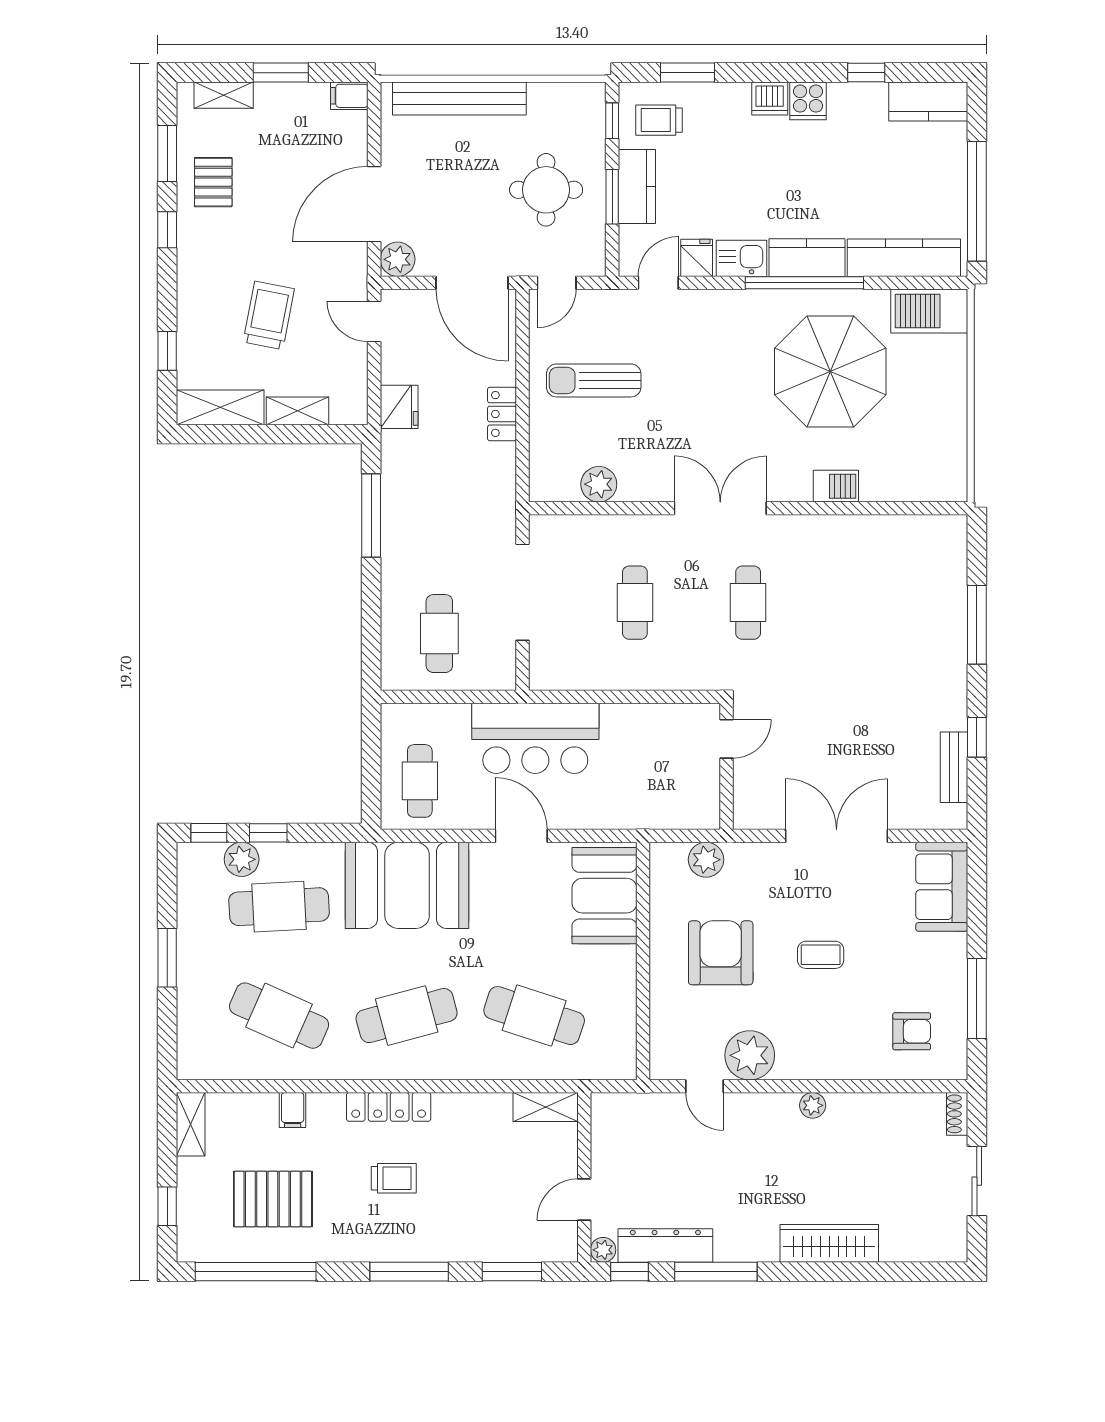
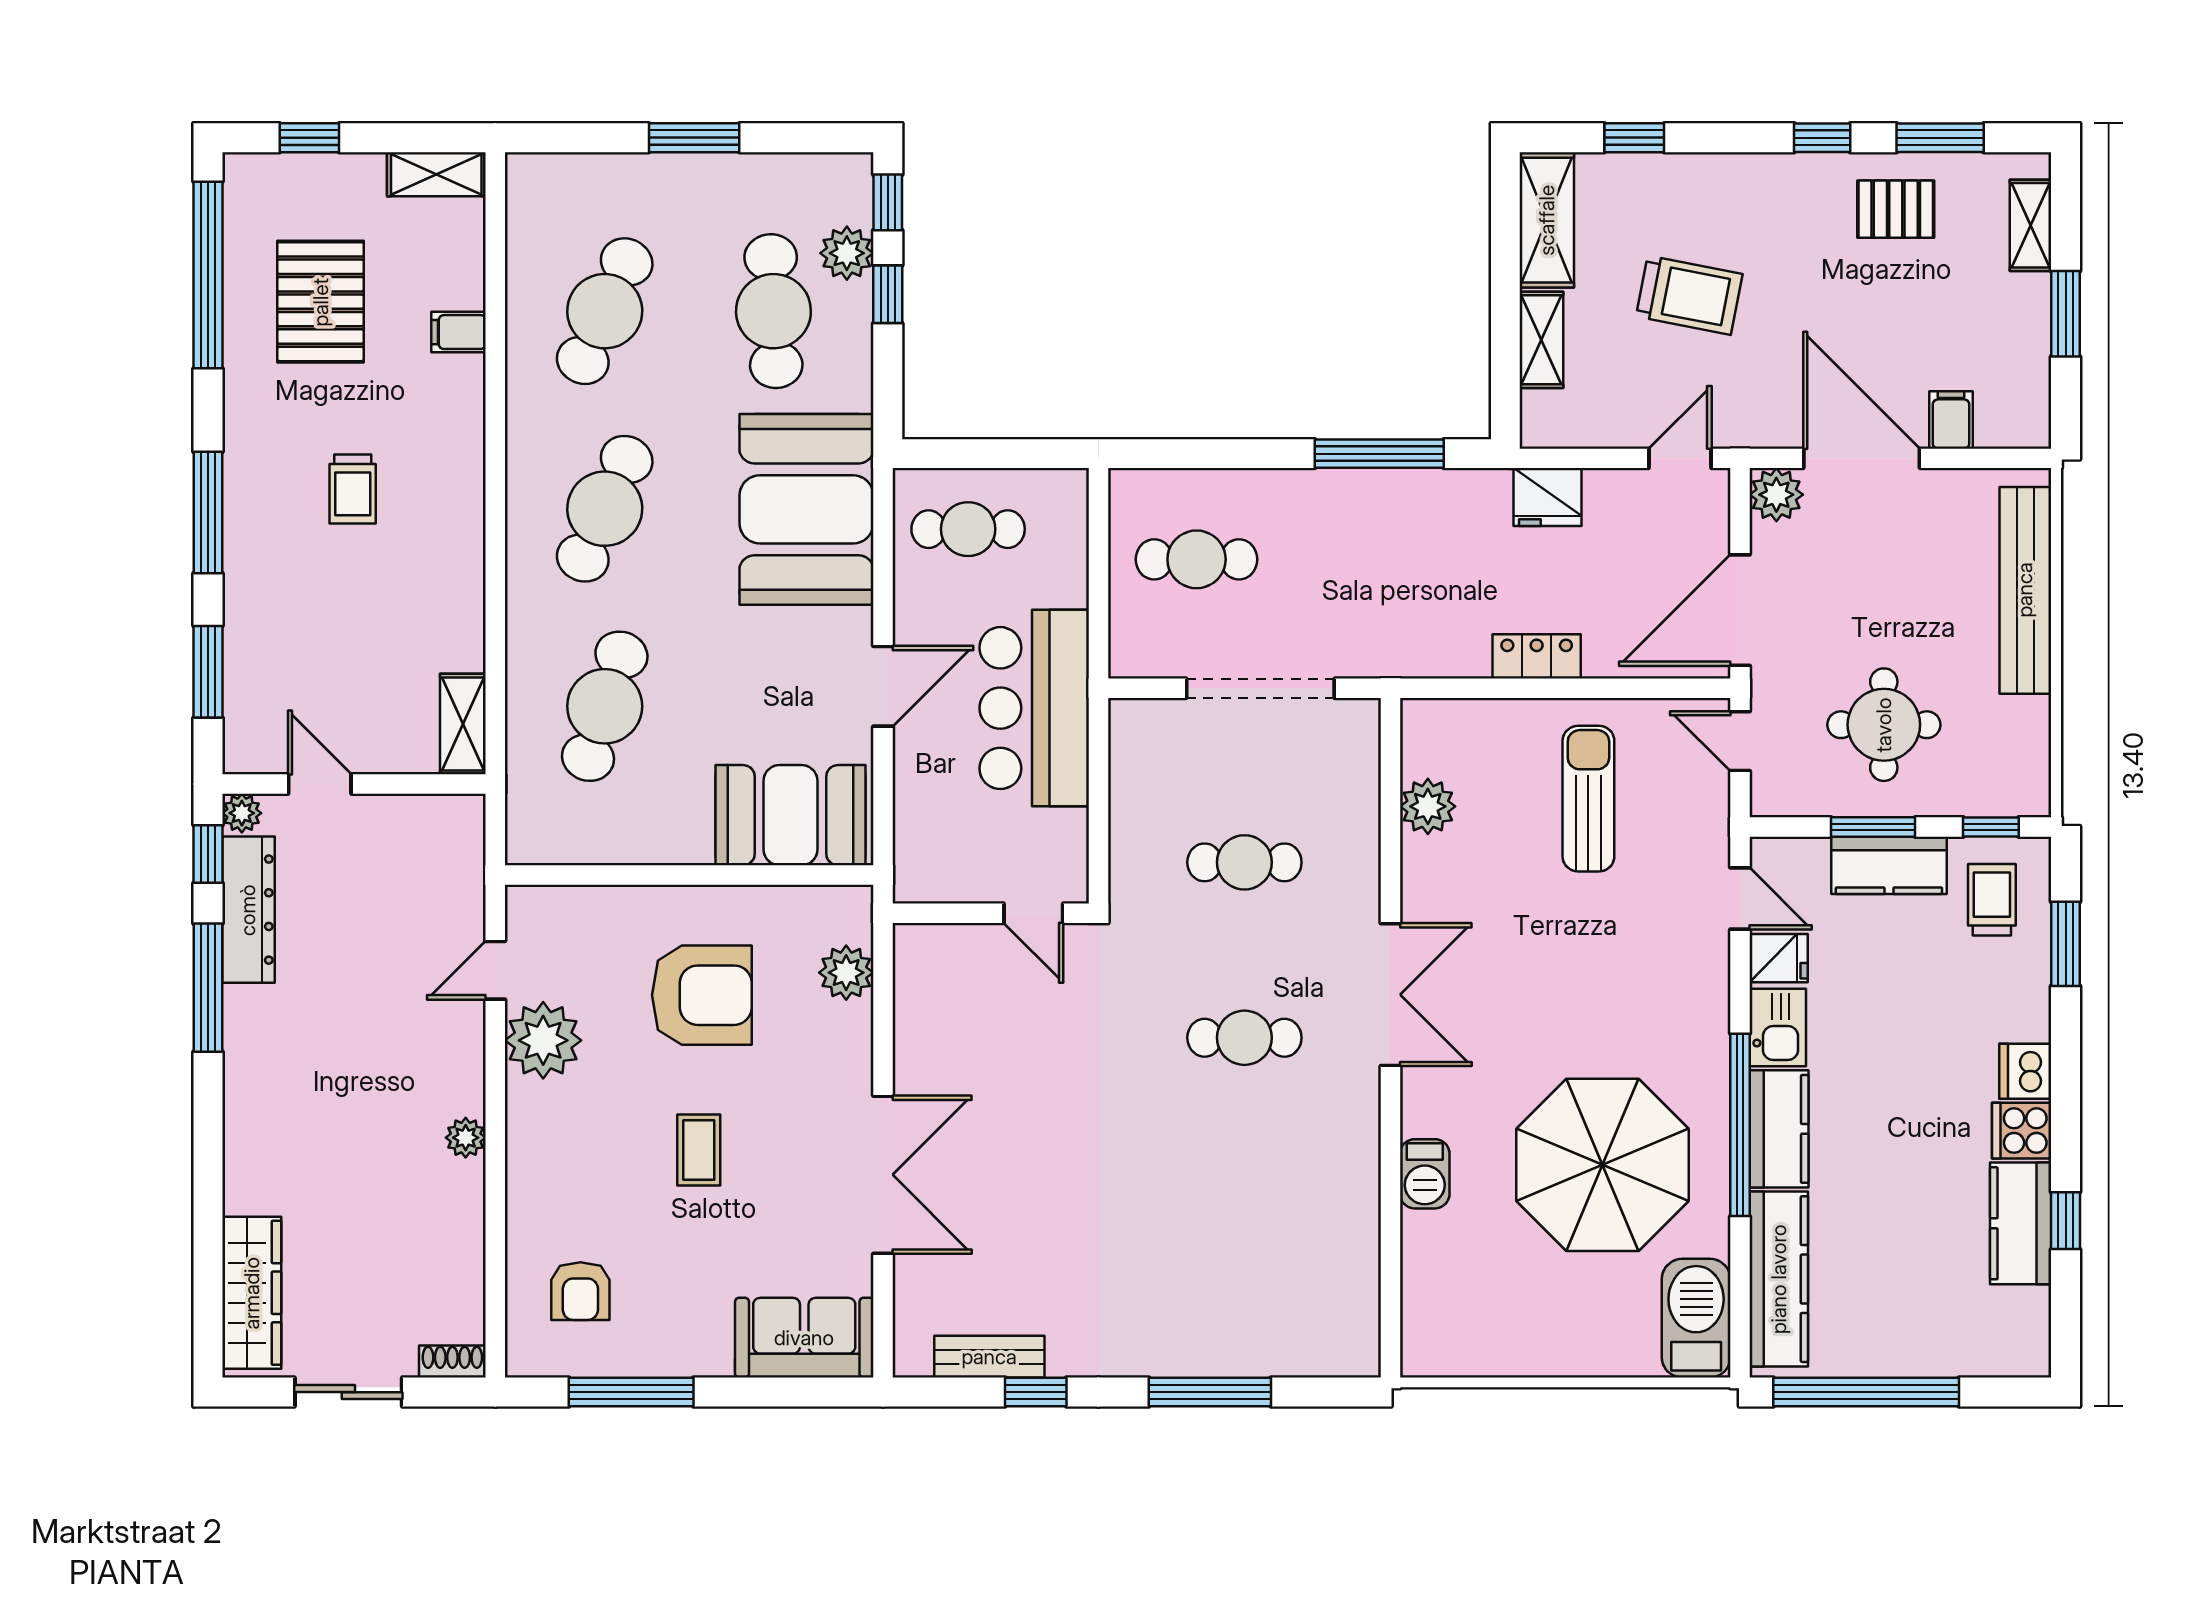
filing cabinet: (349, 96) -> (1951, 420), moved
kitchen counter: (928, 101) -> (2021, 1223), moved
door: (726, 739) -> (1033, 913), moved
wall: (726, 766) -> (991, 913), moved
cafe table: (407, 1016) -> (605, 509), turned 39
locker: (389, 1107) -> (463, 481), removed
wardrobe: (829, 1243) -> (252, 1293), moved

